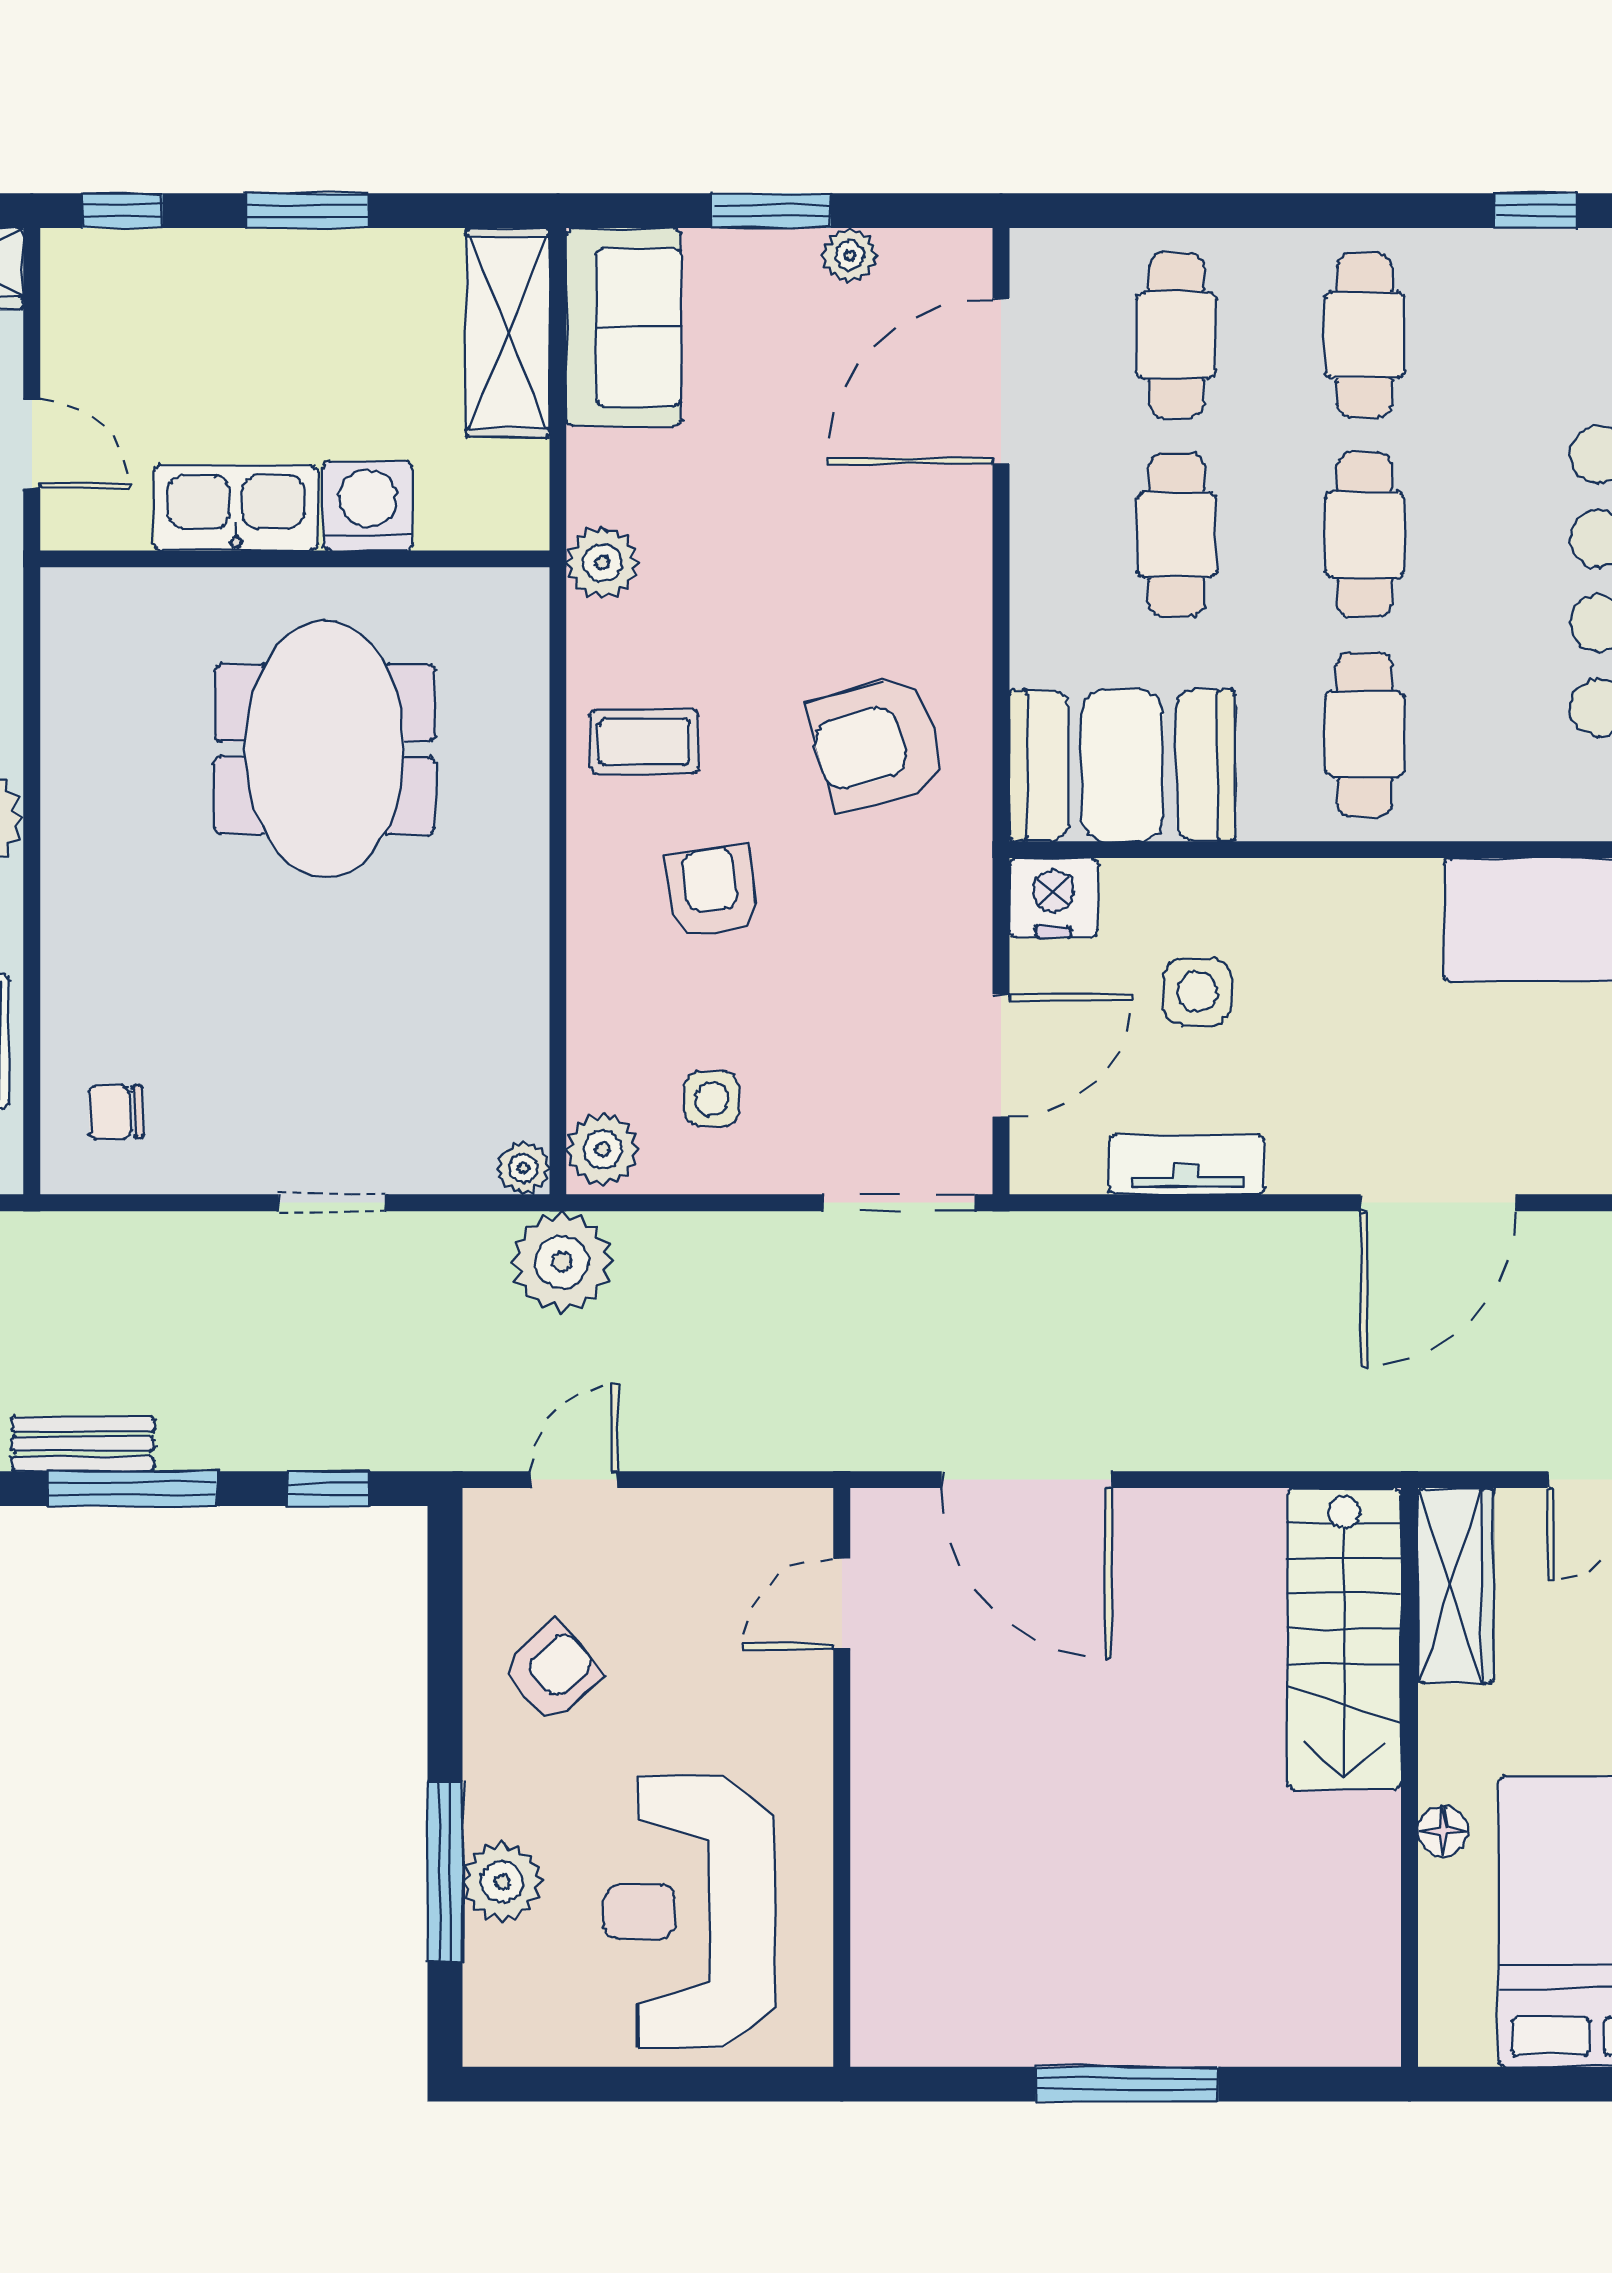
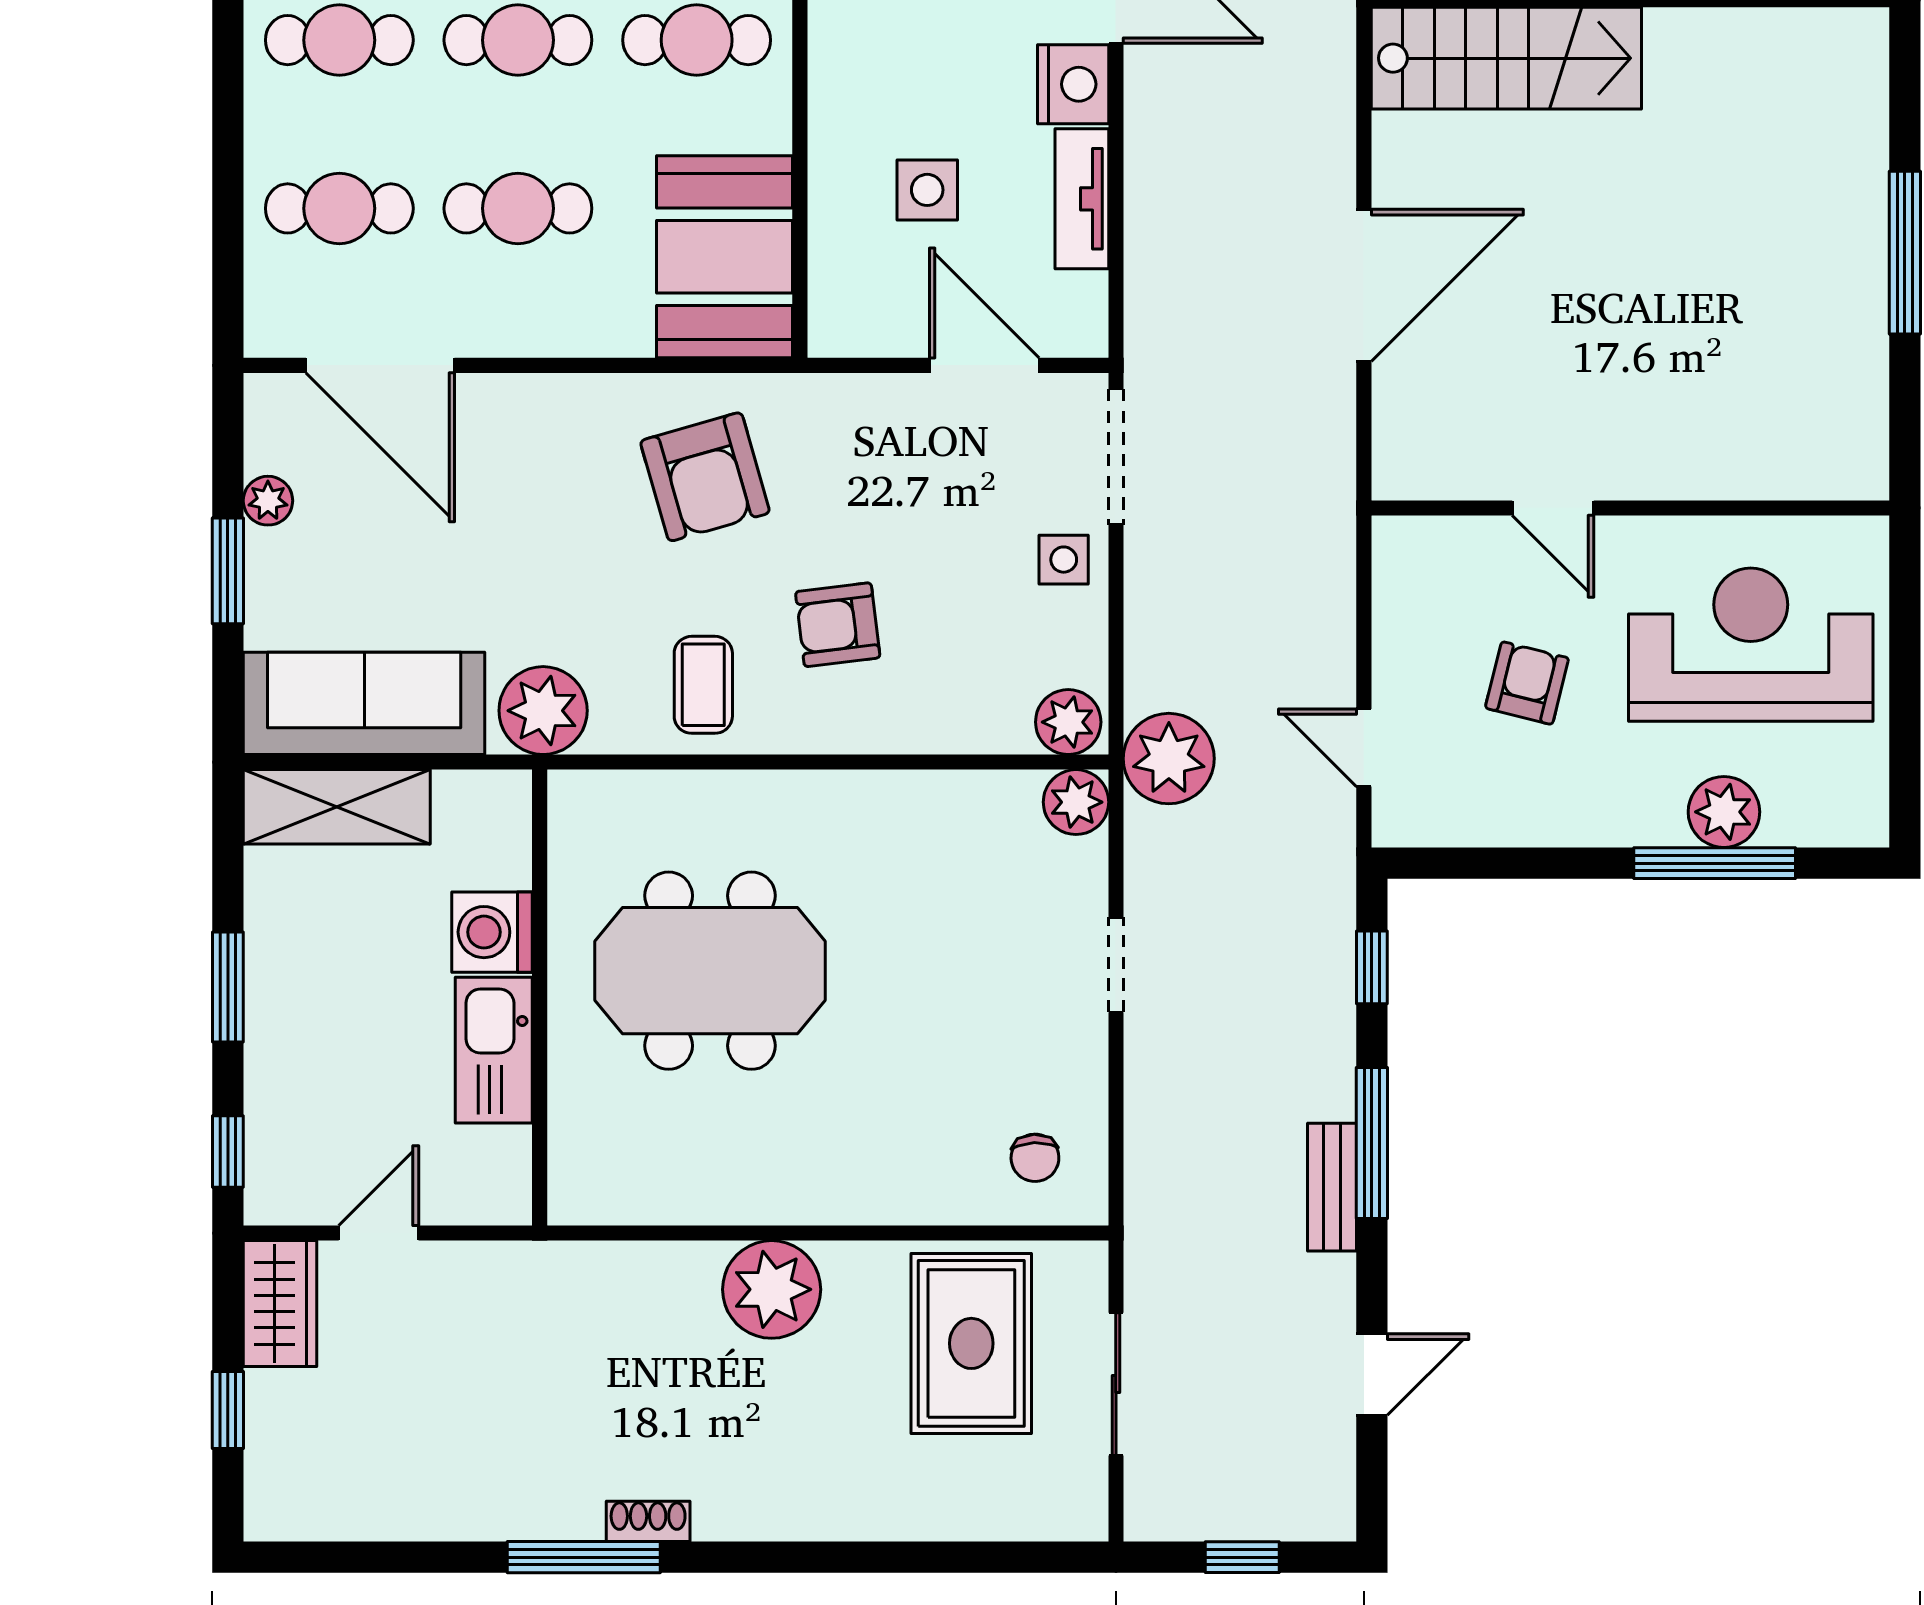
sofa: (623, 327) -> (364, 703), width x1.36
door: (32, 444) -> (379, 1233), moved
plant: (602, 563) -> (543, 711), width x1.36, depth x1.36
nightstand: (1054, 898) -> (1073, 84), moved, turned 180
side table: (712, 1099) -> (1064, 560), moved
plant: (523, 1168) -> (1076, 802), width x1.38, depth x1.38
door: (1027, 1480) -> (1364, 285), moved
door: (842, 1604) -> (1553, 508), moved
armchair: (552, 1672) -> (1527, 683), moved, turned 56
reception desk: (689, 1912) -> (1751, 645), turned 180

